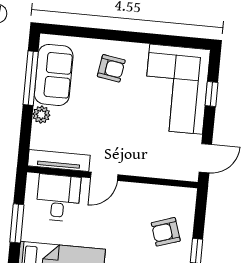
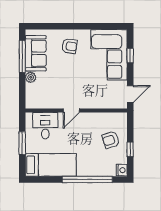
tv unit: (59, 161) -> (44, 104), removed

